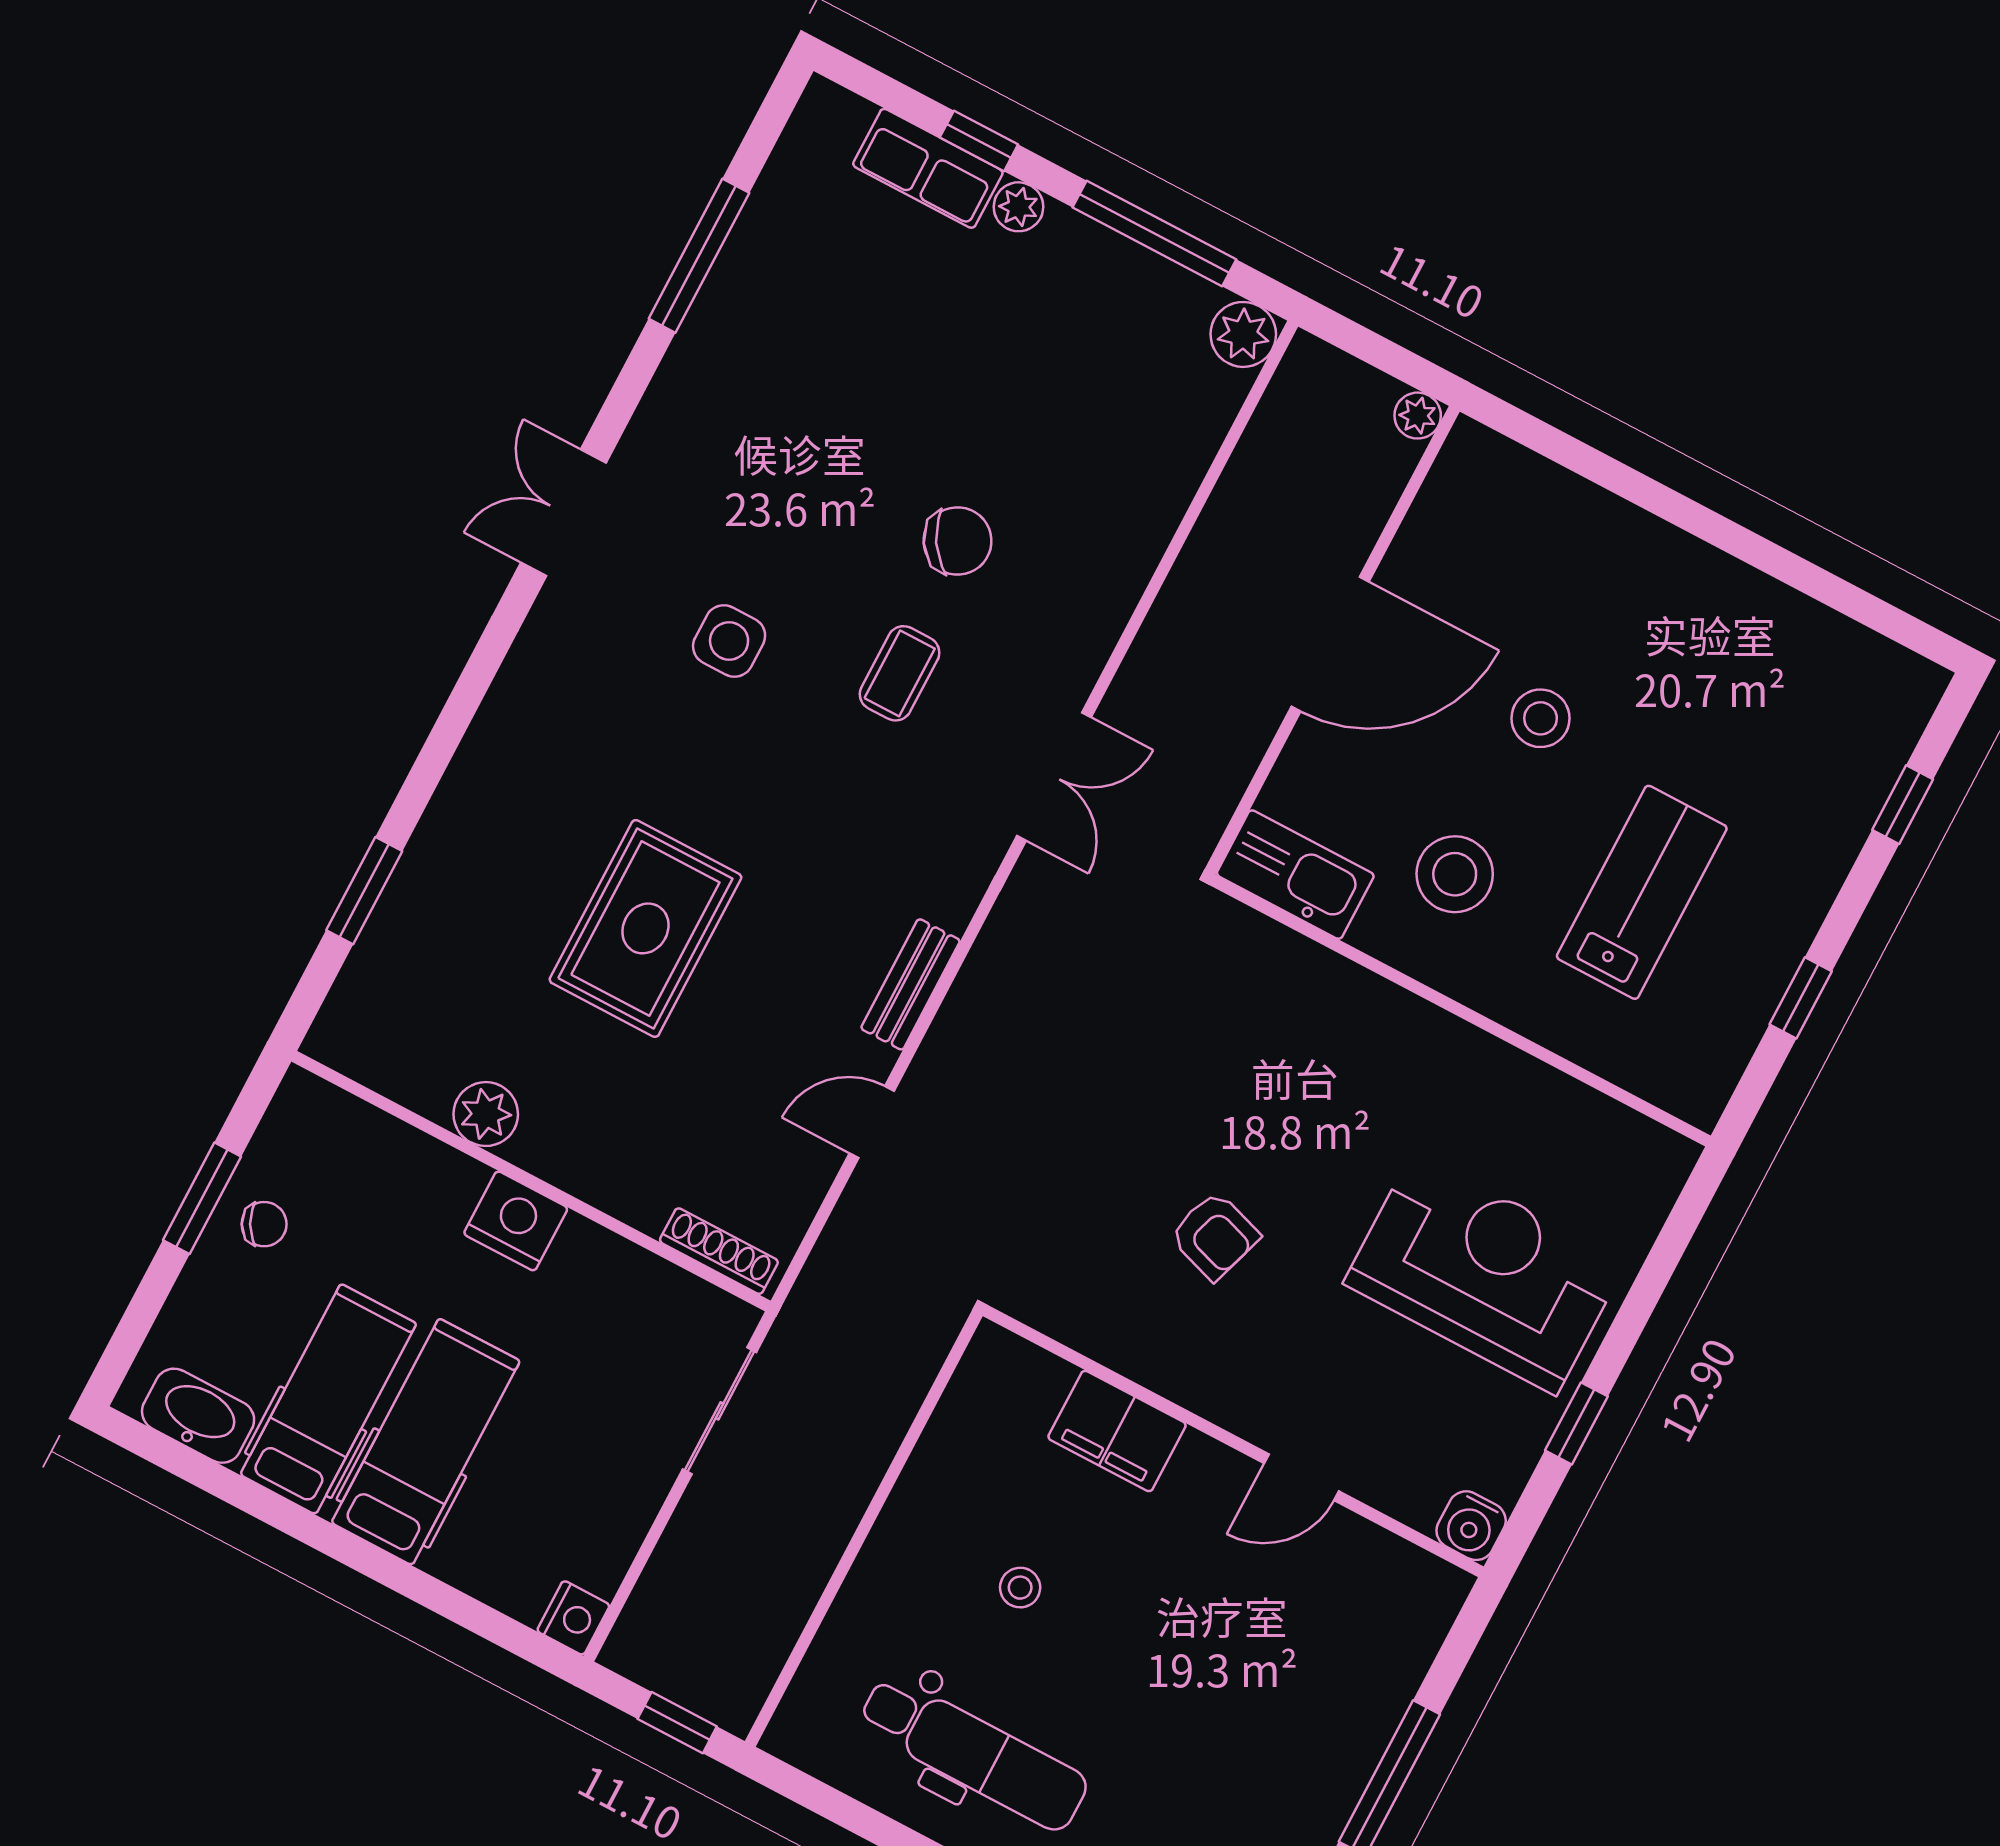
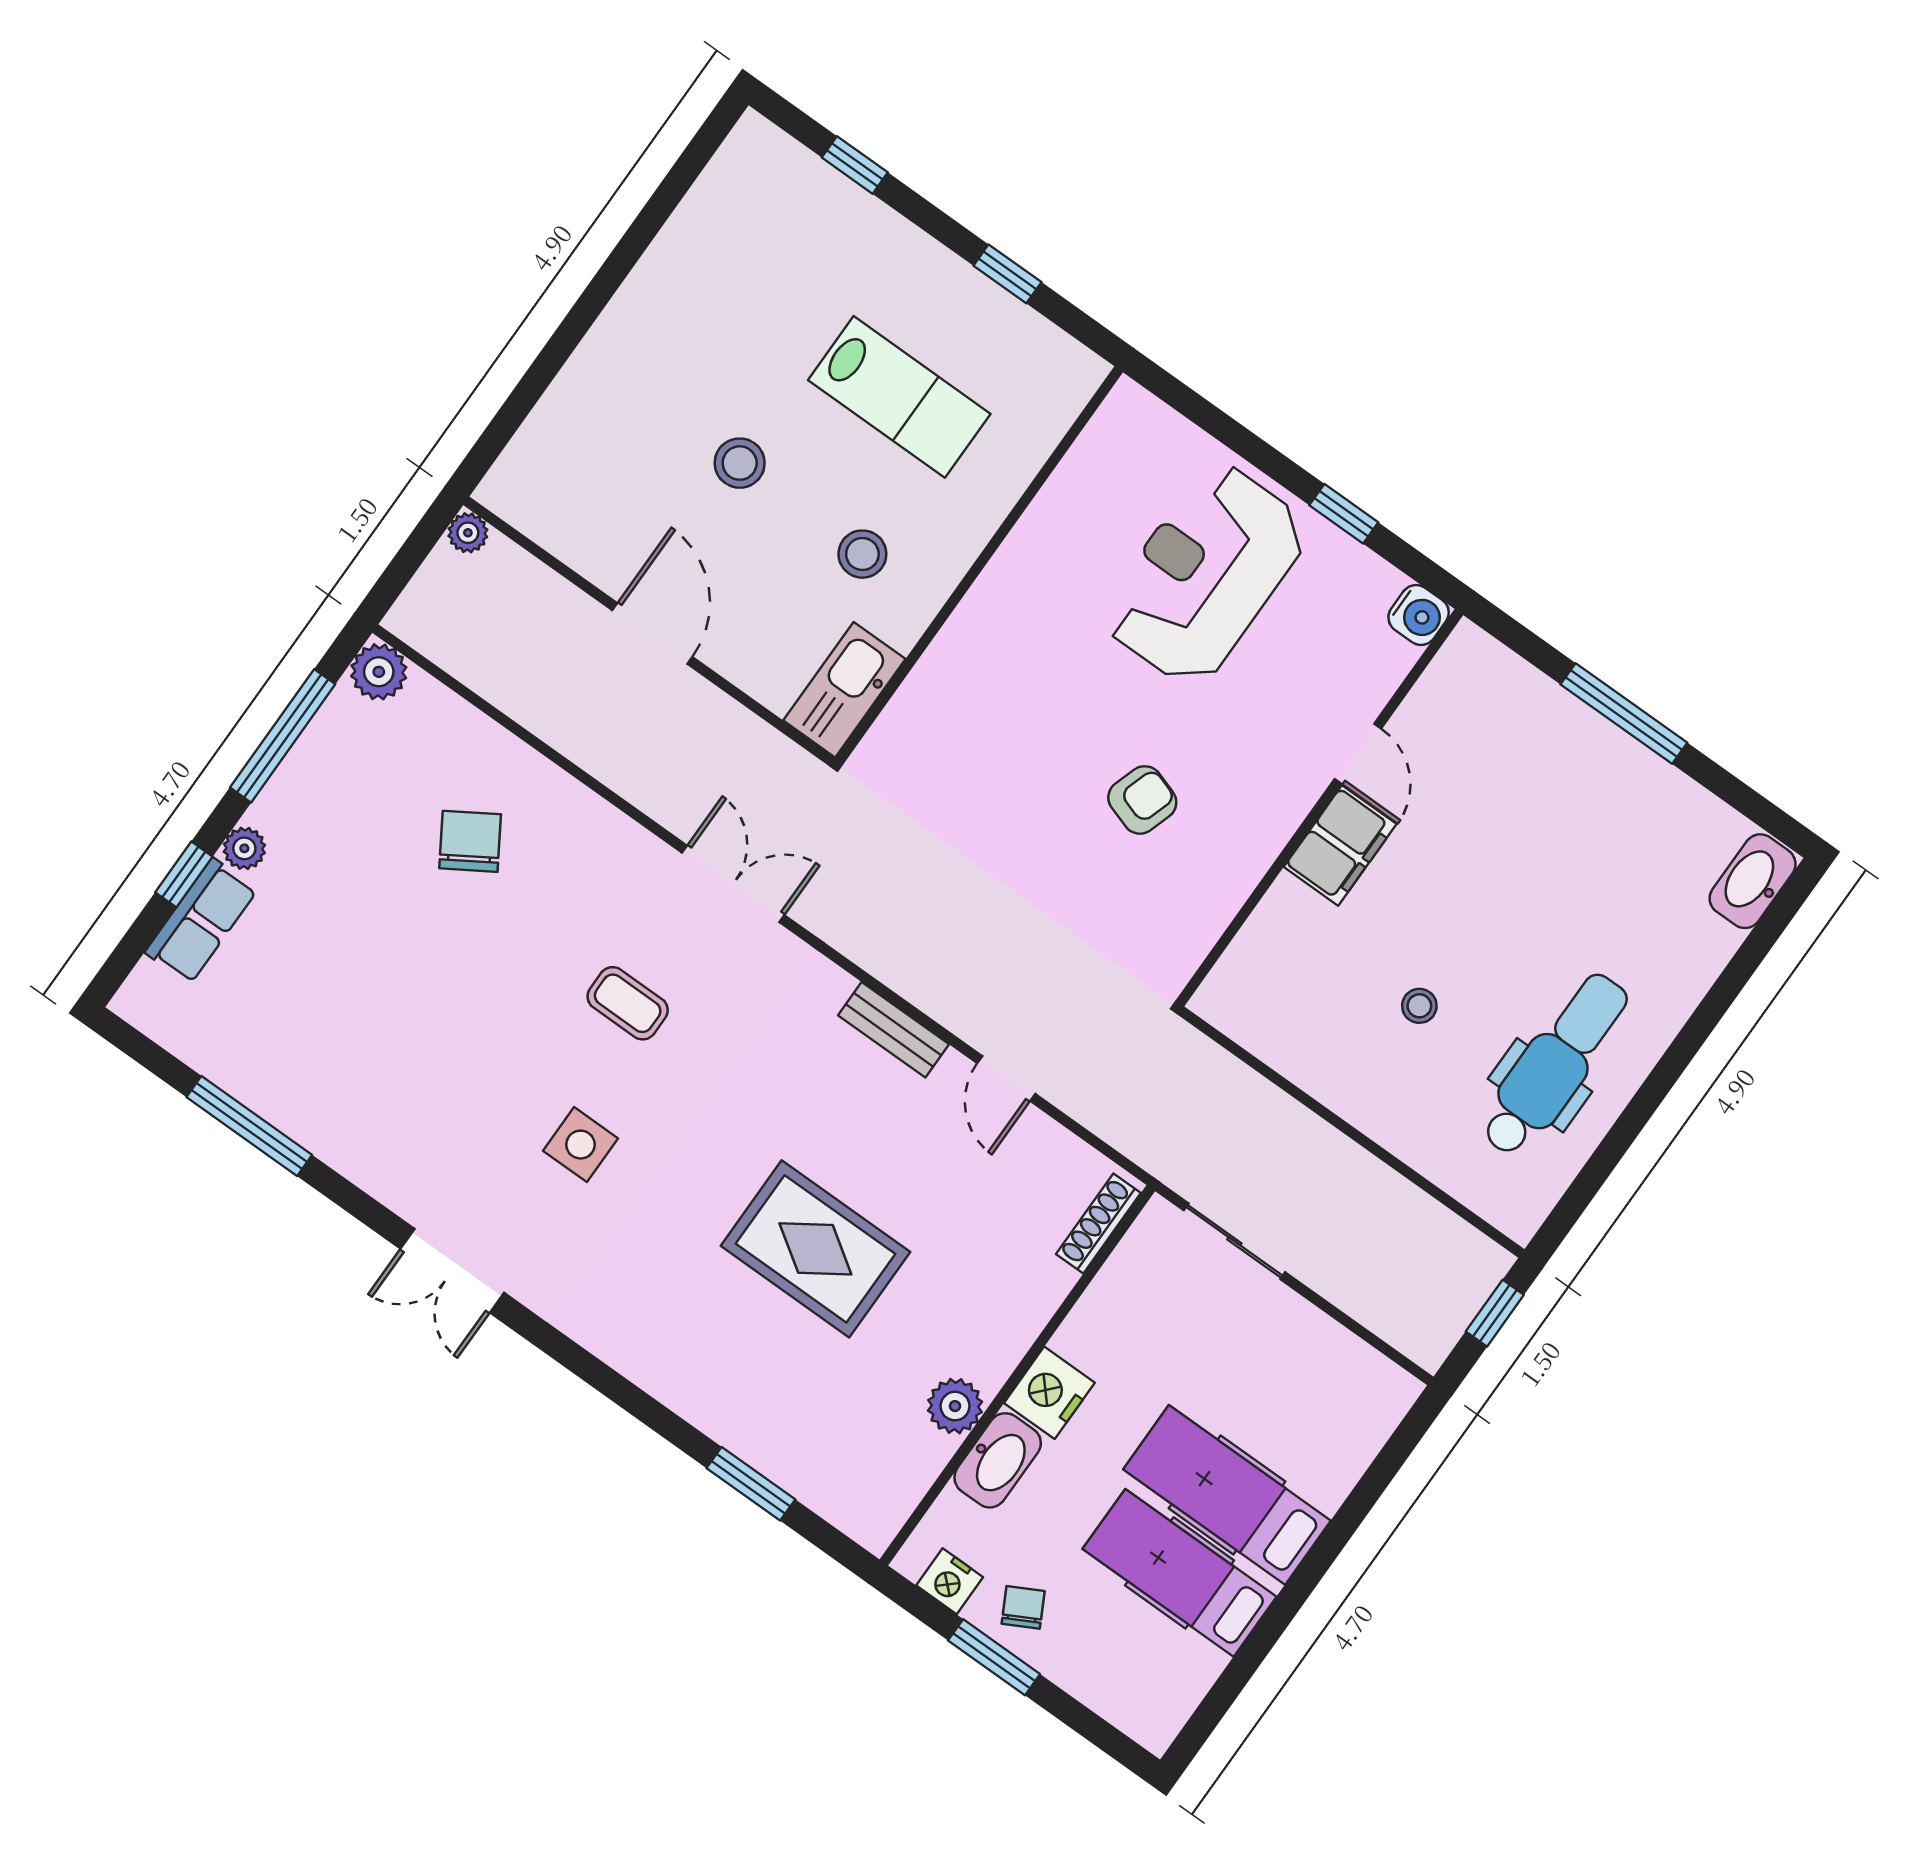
chair: (957, 541) -> (470, 841), moved
door: (1330, 644) -> (652, 634), width x0.73
stool: (1455, 874) -> (862, 554), width x0.73, depth x0.73
lab bench: (1642, 892) -> (899, 397), turned 180
washbasin: (198, 1416) -> (998, 1460), moved, turned 180
filing cabinet: (1117, 1431) -> (1340, 845), moved
nightstand: (573, 1618) -> (950, 1581), moved, turned 180

